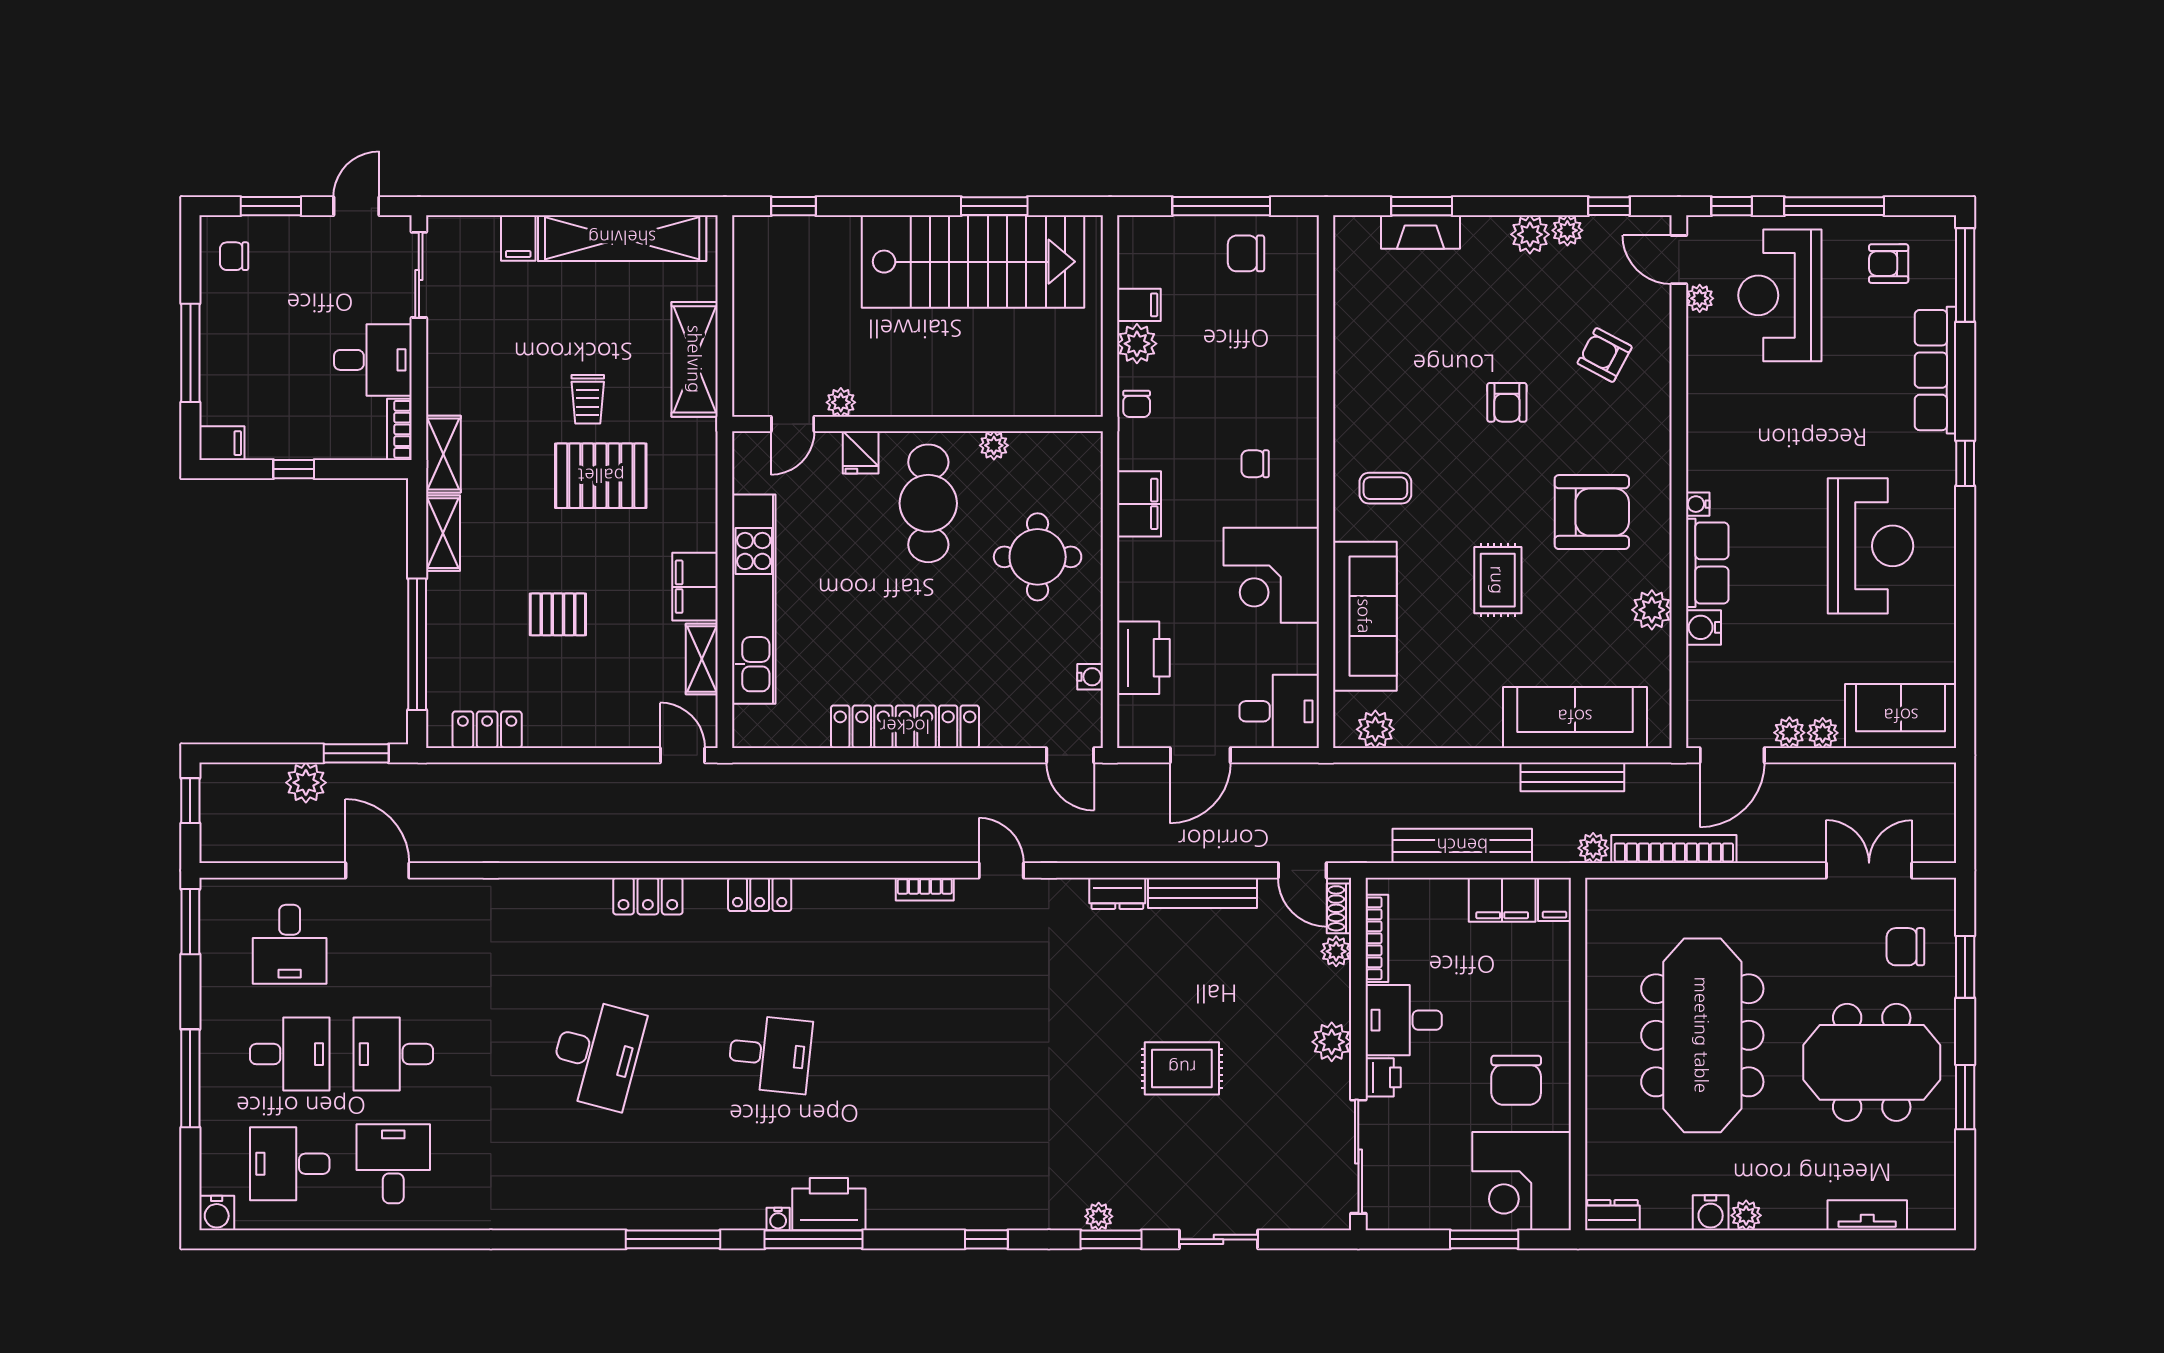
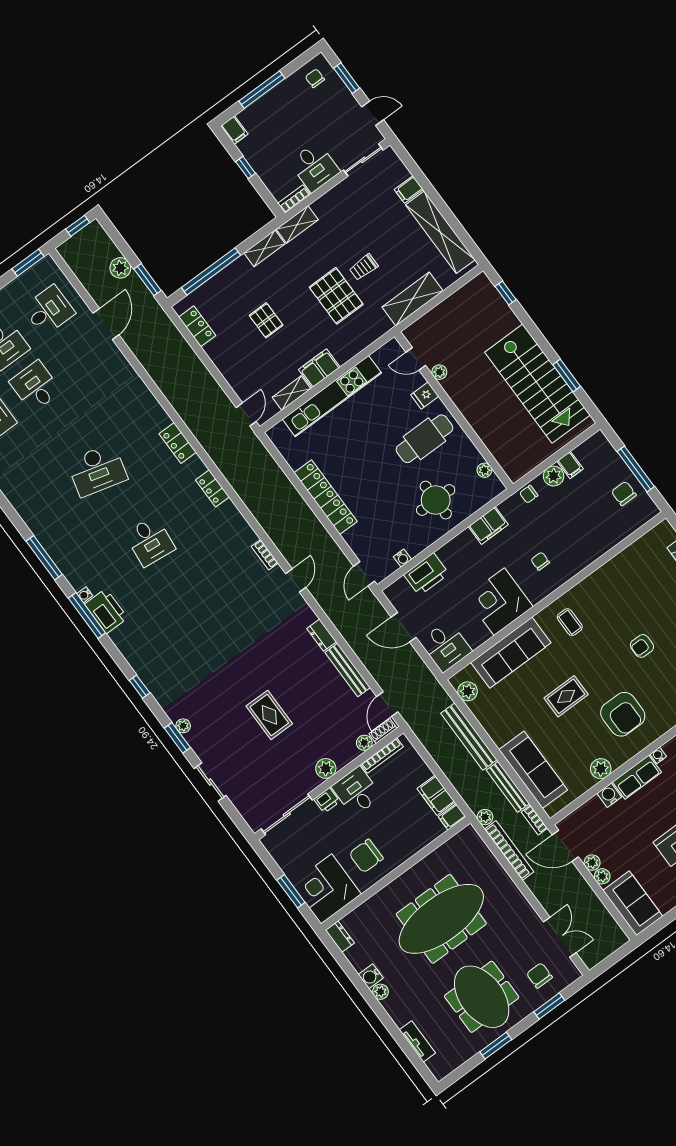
plant: (994, 445) -> (484, 470), moved
bookcase: (1655, 774) -> (534, 820), added
bench: (1462, 846) -> (469, 737), moved
desk: (290, 944) -> (49, 310), turned 180

